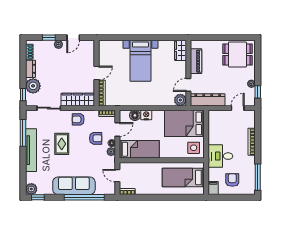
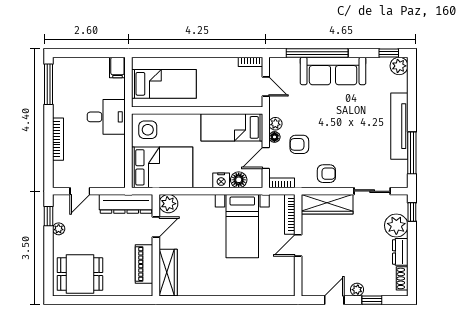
wardrobe: (180, 50) -> (168, 273), width x1.50
bed with nightstands: (140, 61) -> (242, 226), moved, turned 180
rug: (62, 144) -> (352, 136), removed
armchair: (232, 180) -> (88, 80), removed

